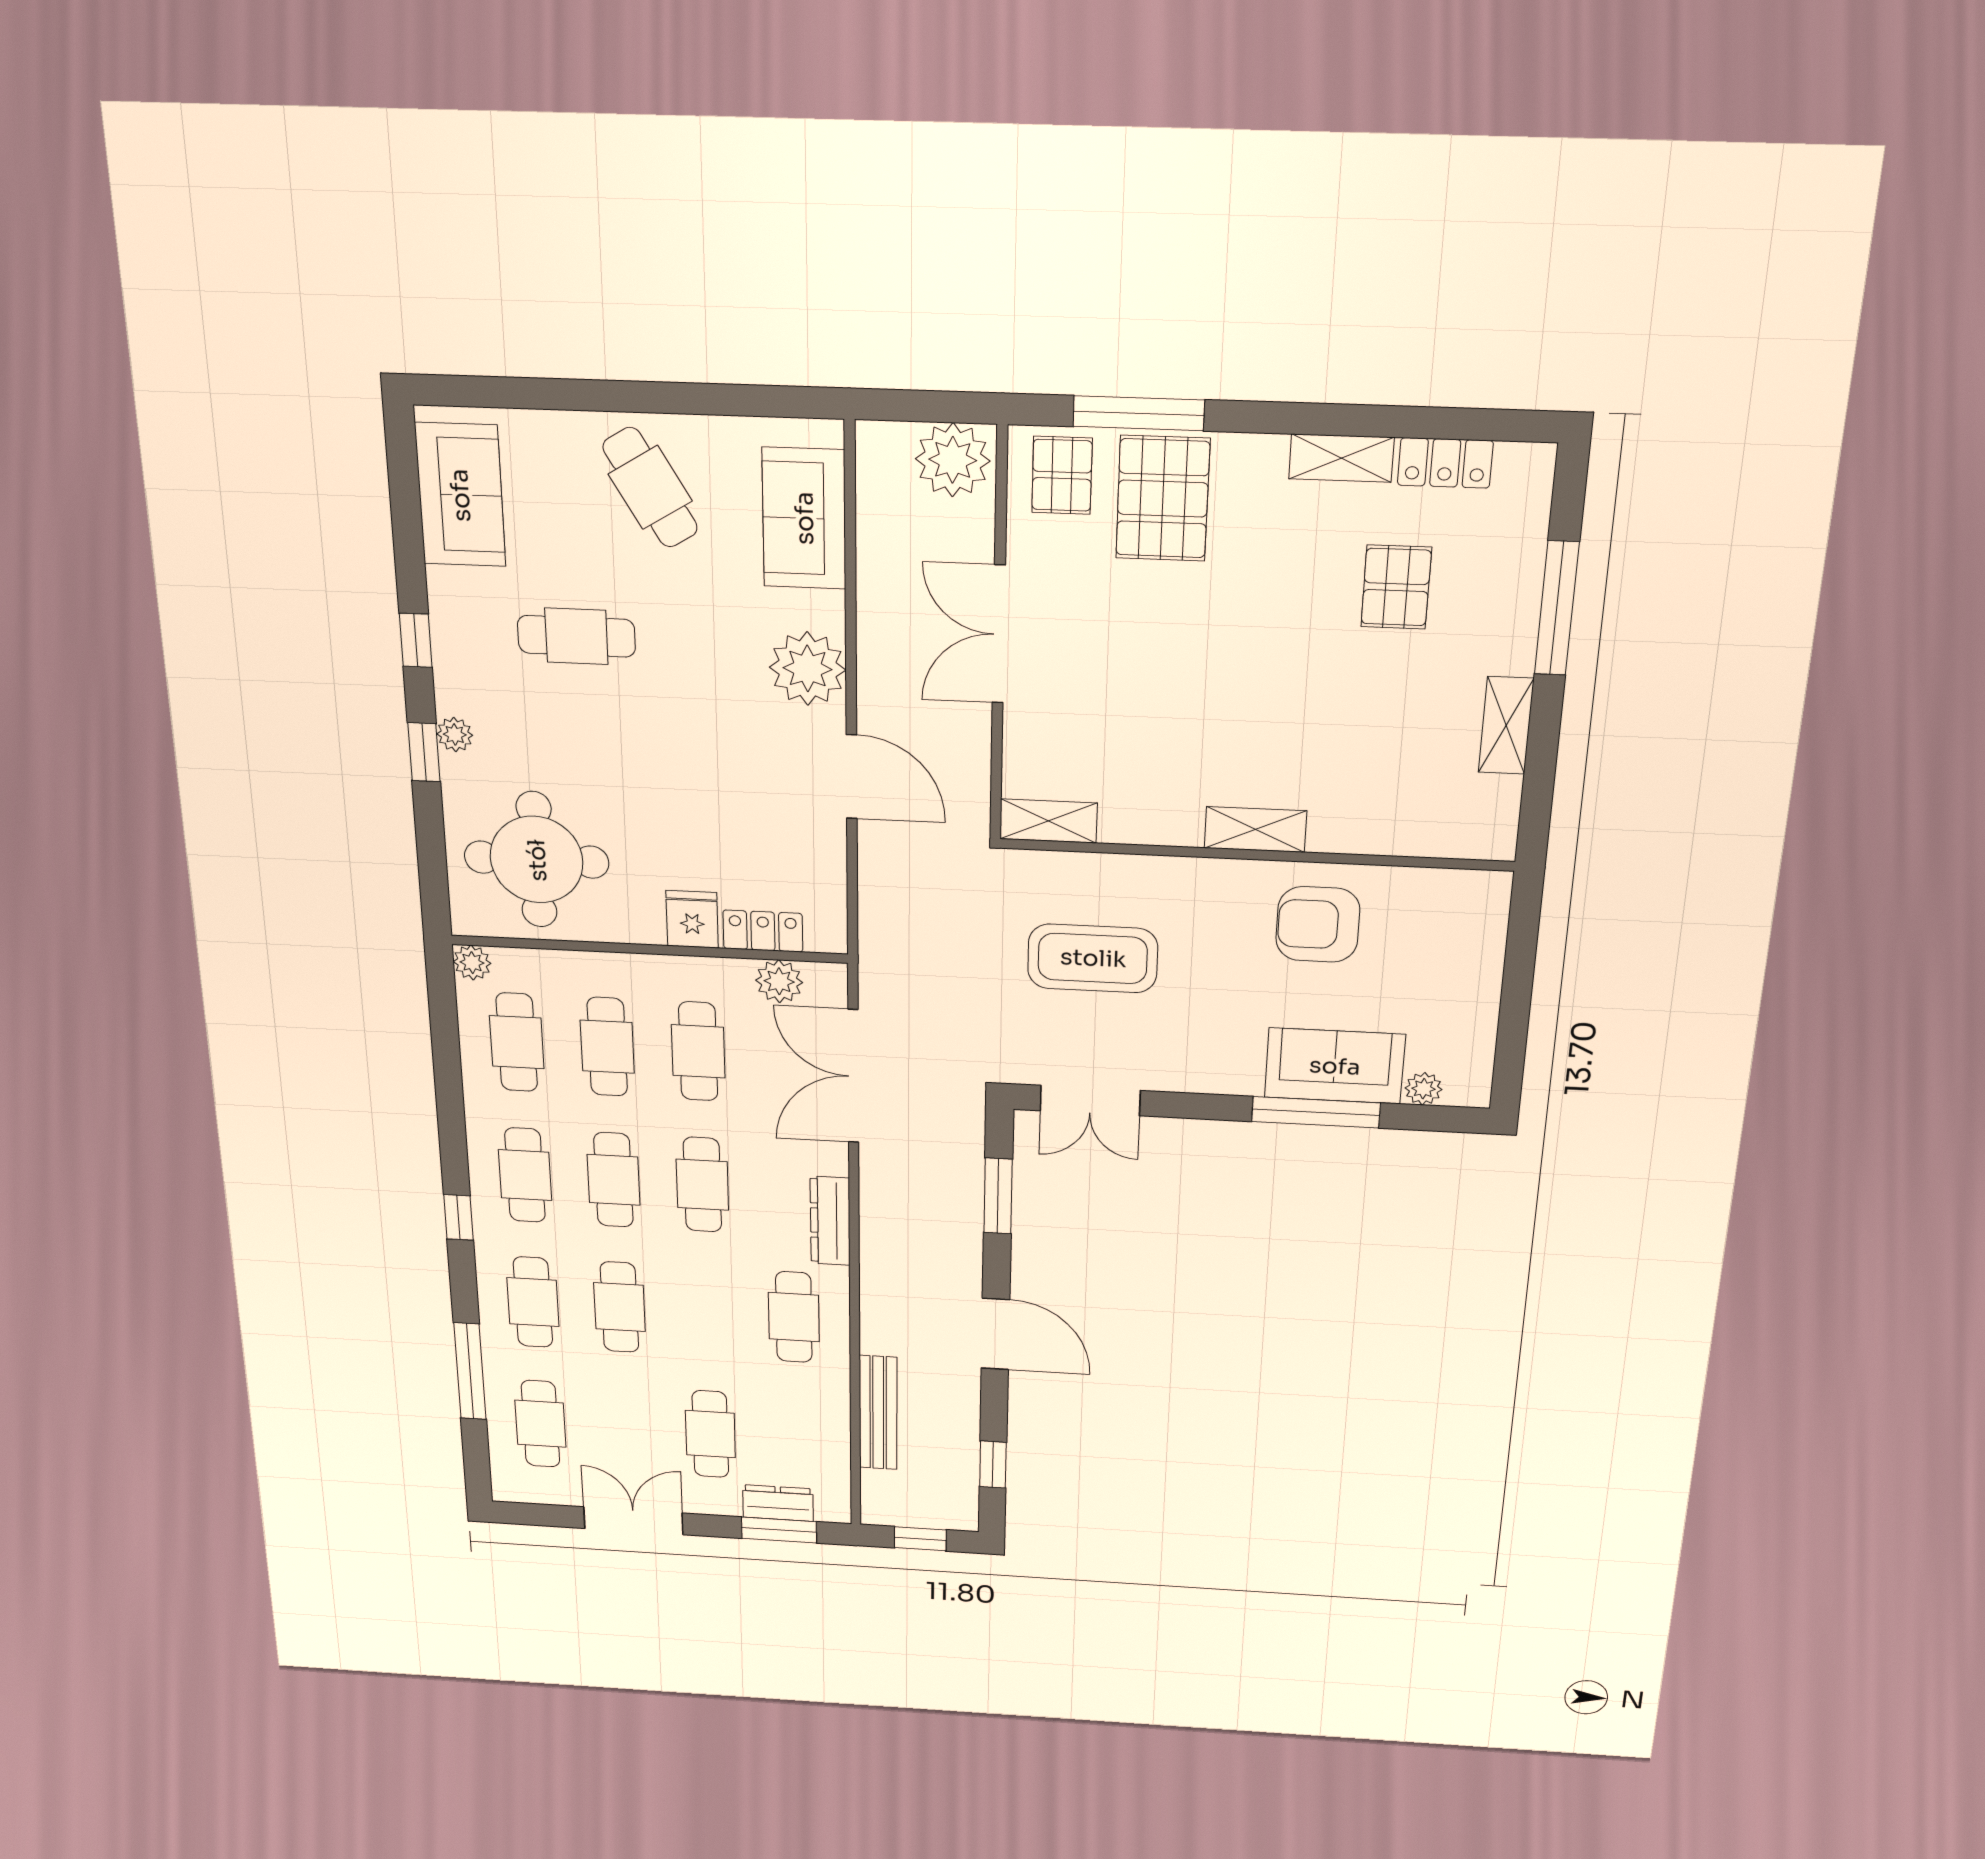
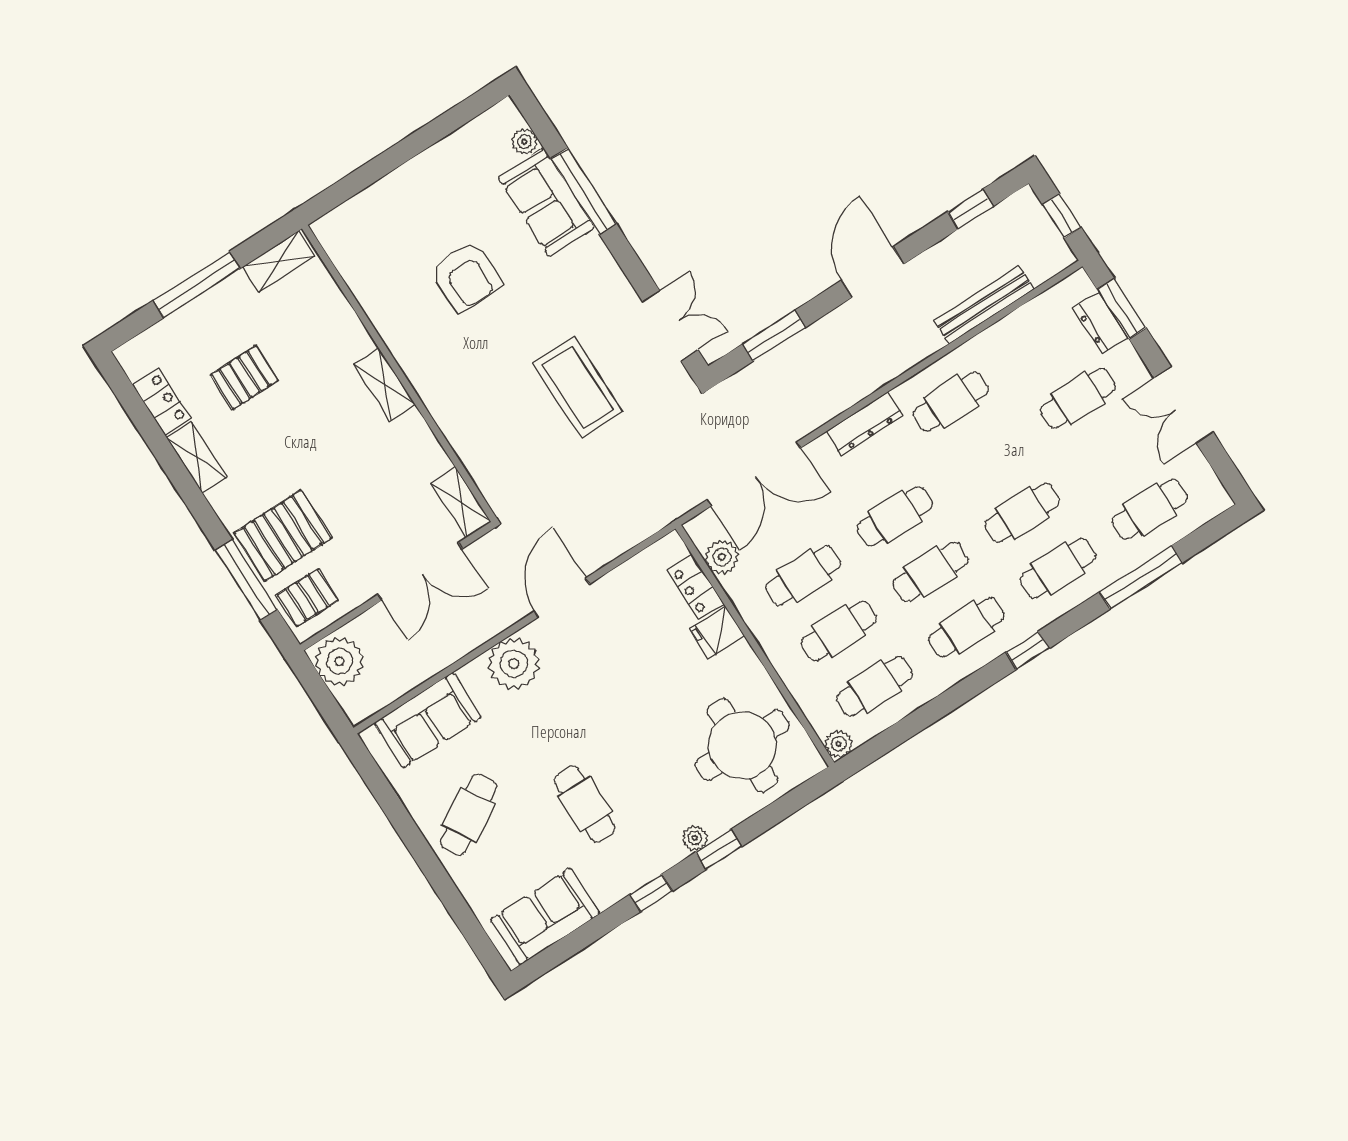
shelving: (1048, 821) -> (461, 502), moved
shelving: (1255, 829) -> (384, 384), moved
wall: (1256, 855) -> (399, 373), moved

